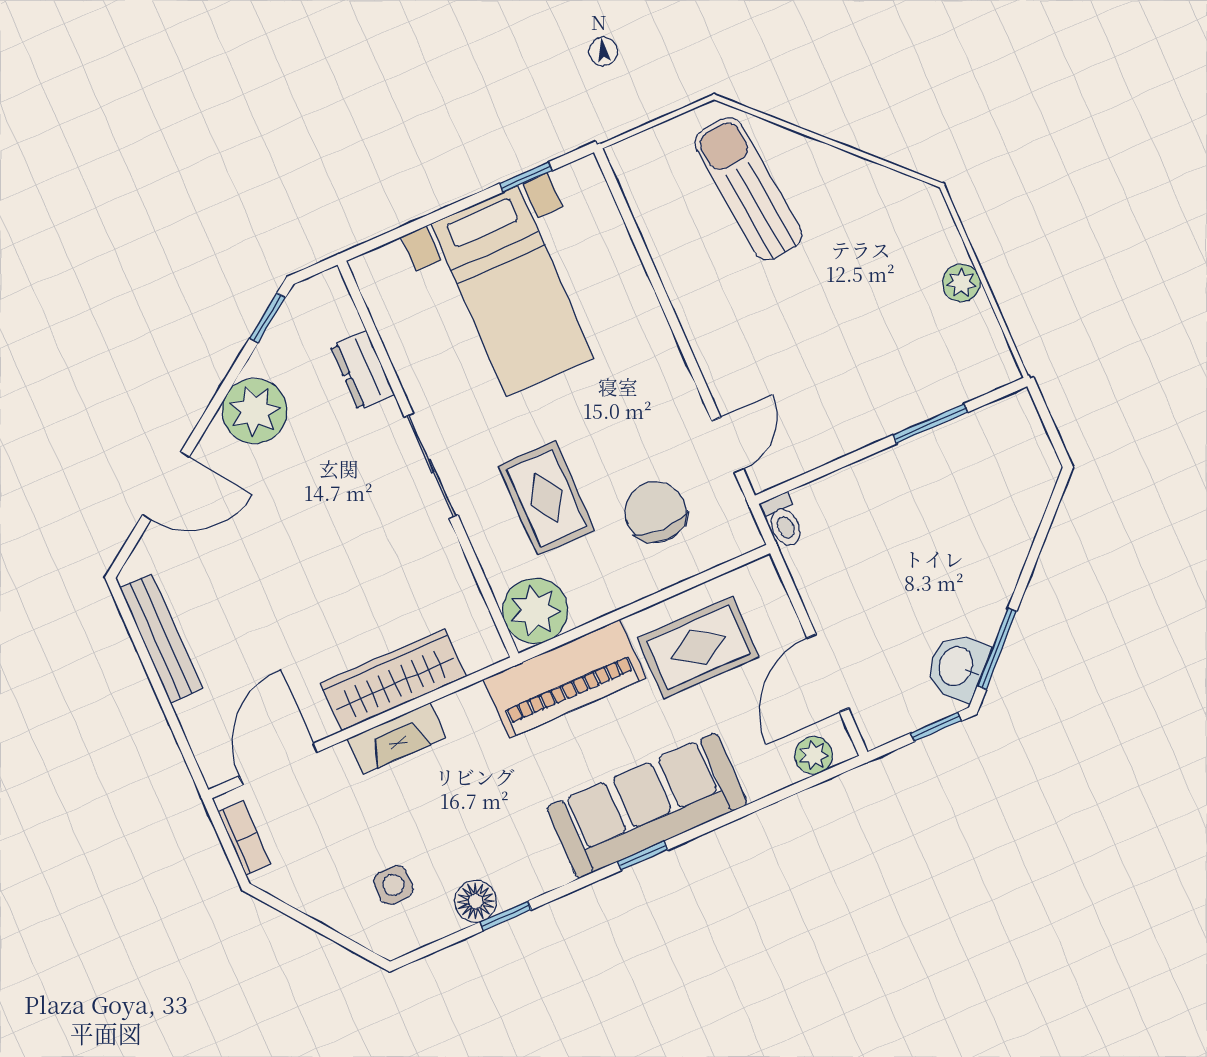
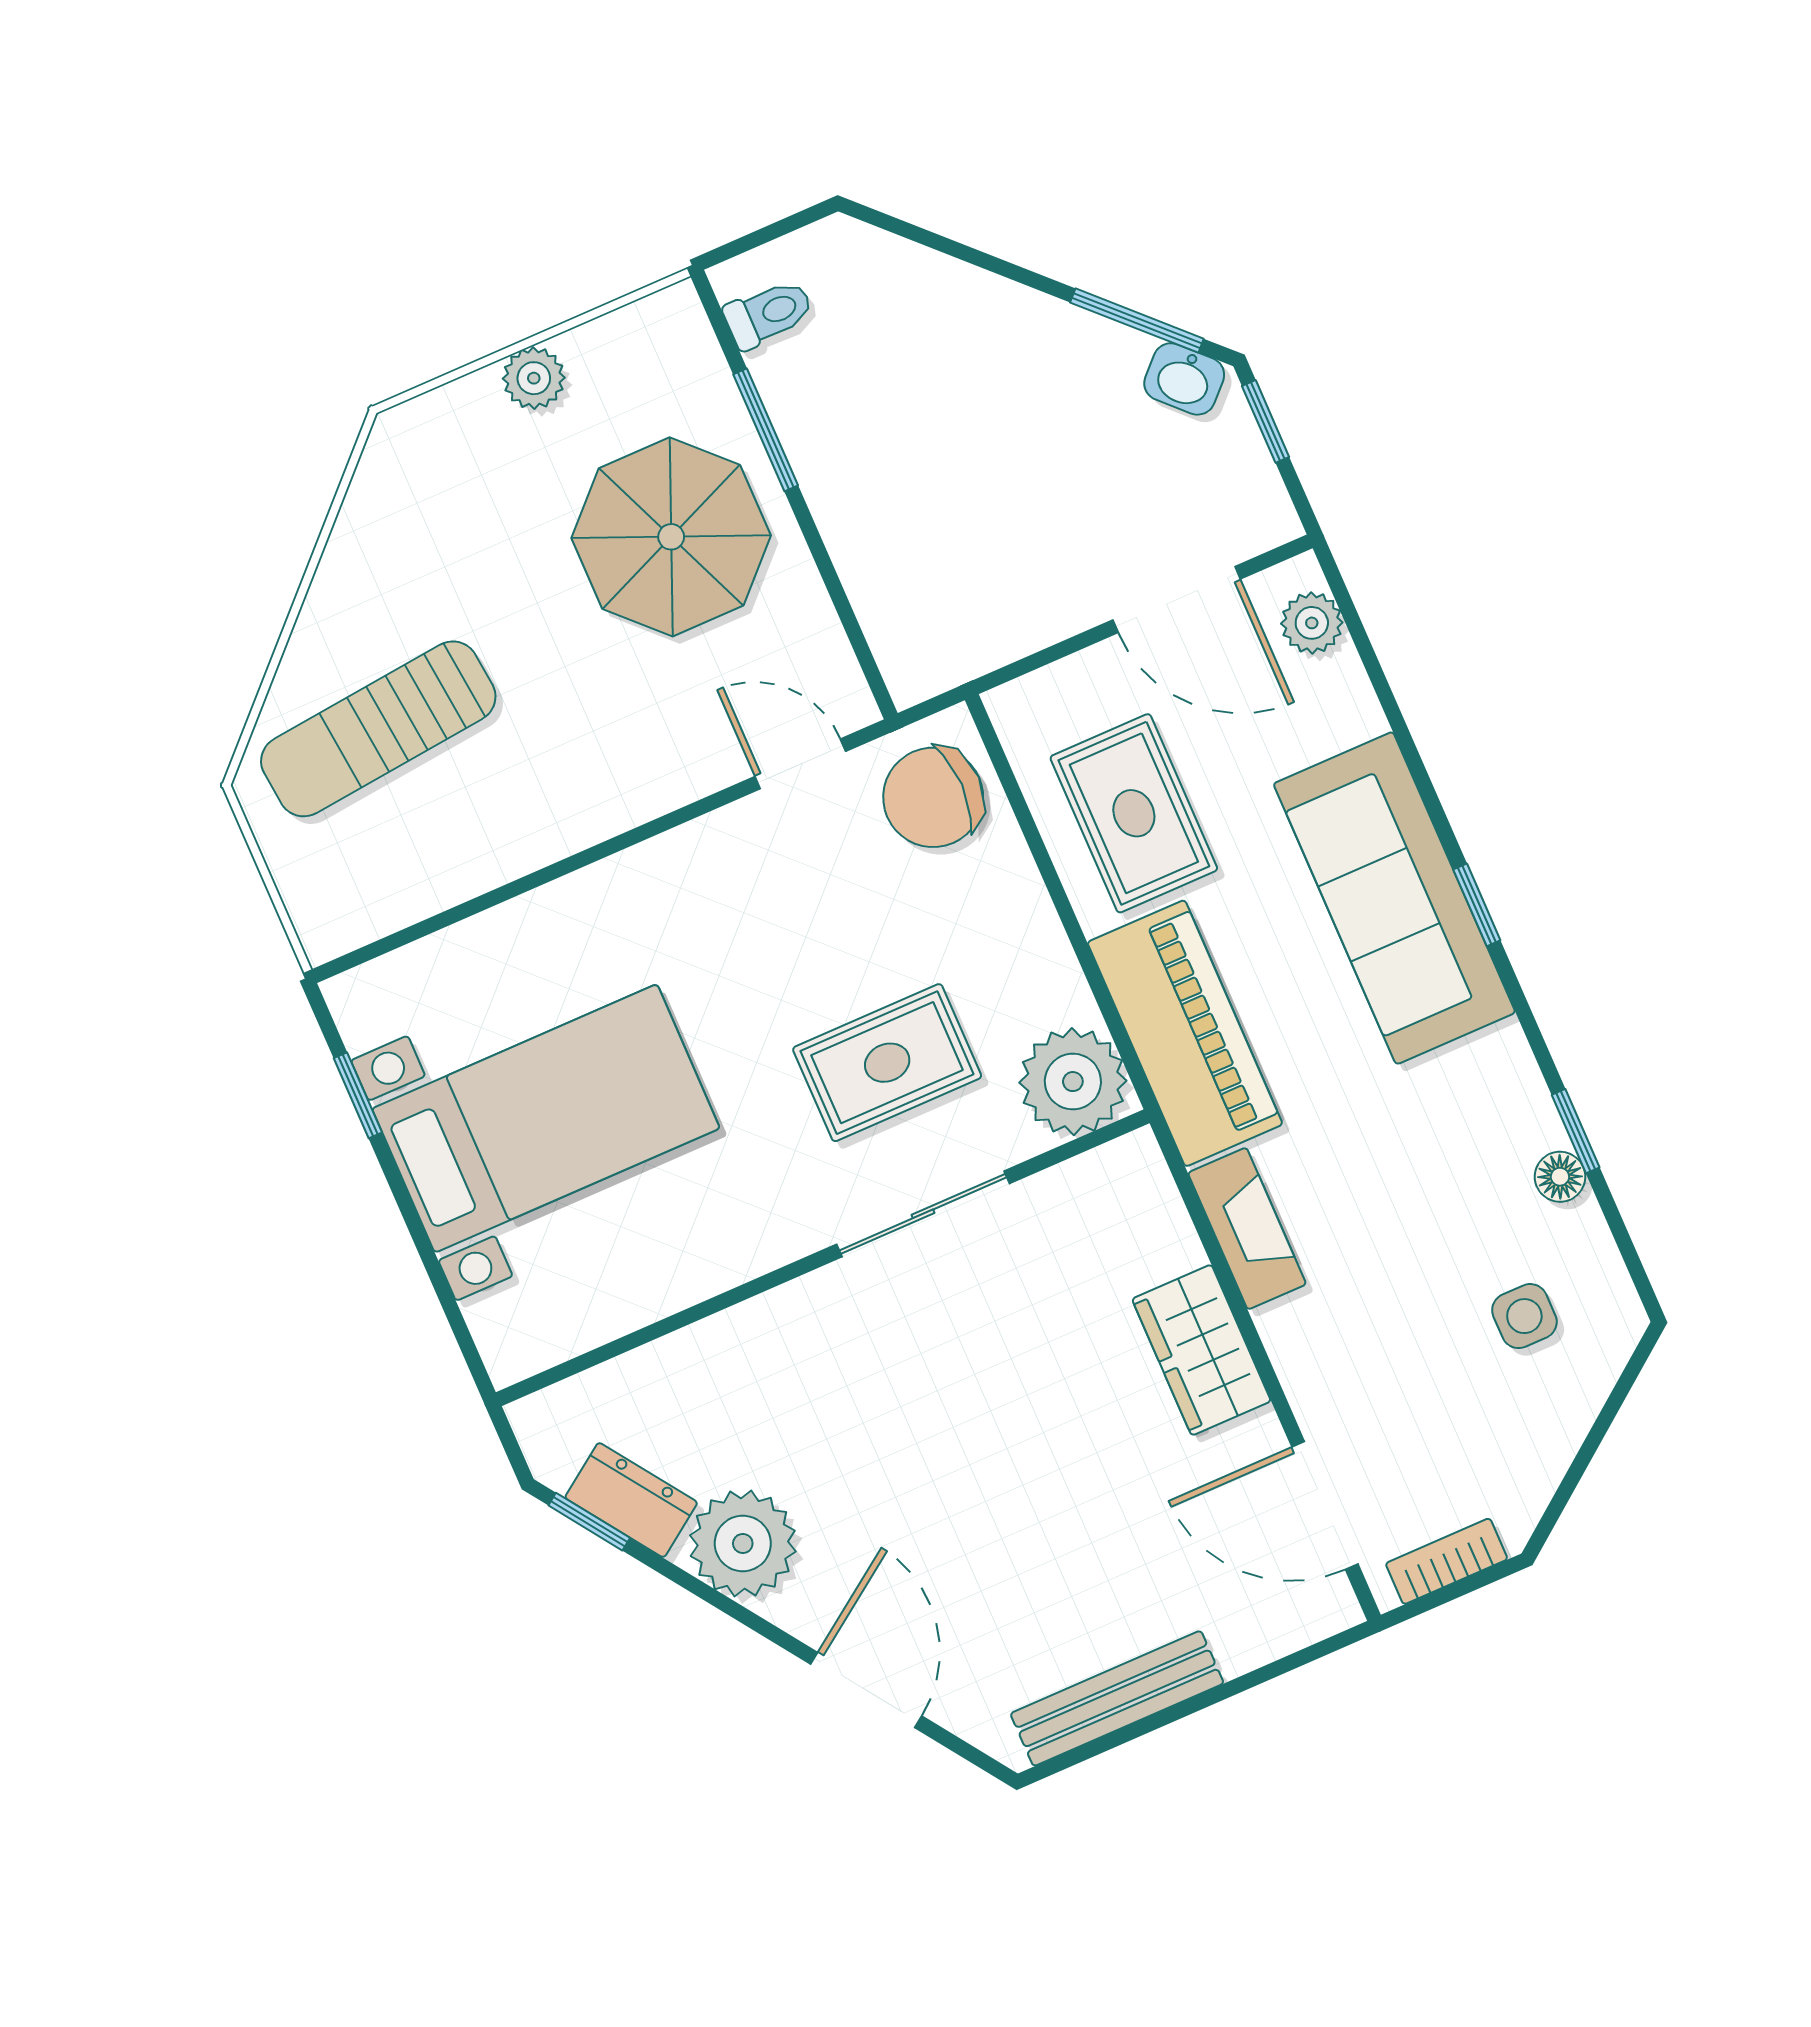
parasol: (865, 366) -> (671, 537), added
dresser: (362, 370) -> (631, 1500), moved, turned -125
sliding door: (431, 466) -> (923, 1214), moved
chair: (656, 512) -> (933, 797), moved
toilet: (783, 521) -> (769, 314), moved
washbasin: (957, 667) -> (1184, 379), width x0.72, depth x0.69
wardrobe: (393, 680) -> (1201, 1350), width x0.67
fireplace: (396, 738) -> (1247, 1229), moved
floor lamp: (476, 901) -> (1560, 1177), width x0.73, depth x0.73

